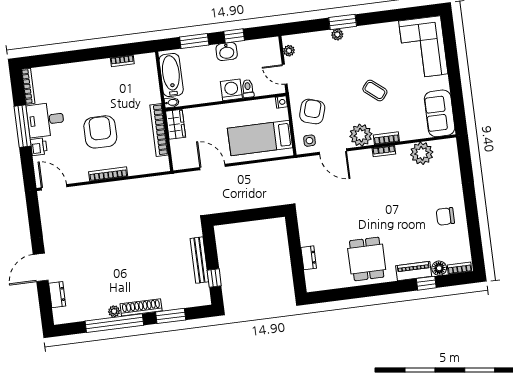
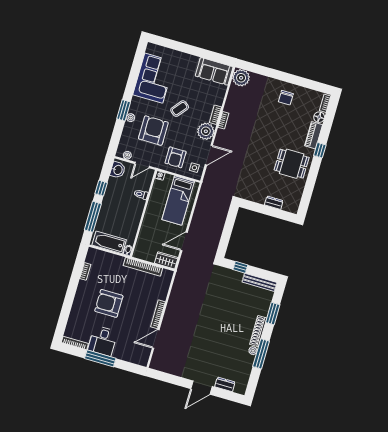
window: (194, 41) -> (93, 217), width x1.44
corner sofa: (423, 47) -> (154, 78), moved, turned -90
washbasin: (227, 52) -> (118, 170), moved
armchair: (334, 70) -> (153, 131), added
washing machine: (231, 90) -> (137, 206), removed
armchair: (312, 112) -> (175, 157), turned -107
wardrobe: (176, 124) -> (166, 260), moved
armchair: (100, 132) -> (109, 303), moved
printer: (39, 147) -> (119, 353), removed
plant: (422, 153) -> (241, 78), moved
door: (54, 187) -> (156, 339), moved
bench: (199, 260) -> (260, 282), moved
door: (41, 267) -> (201, 388), hinge flipped
window: (214, 278) -> (240, 267), moved
window: (426, 283) -> (320, 150), moved
window: (114, 323) -> (261, 354), width x0.68

